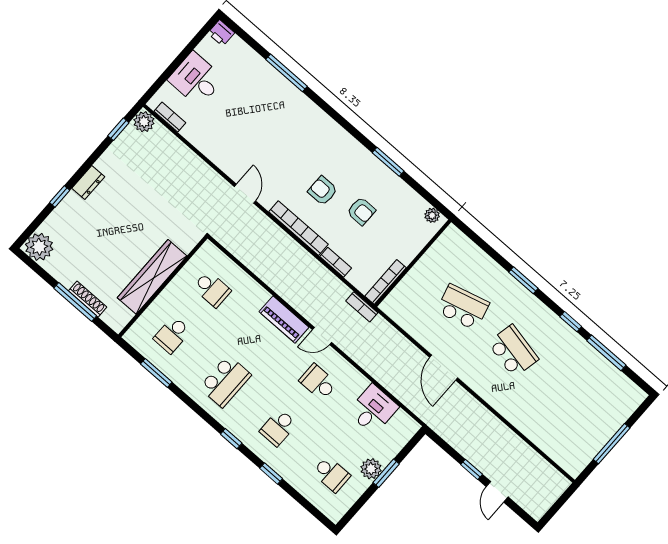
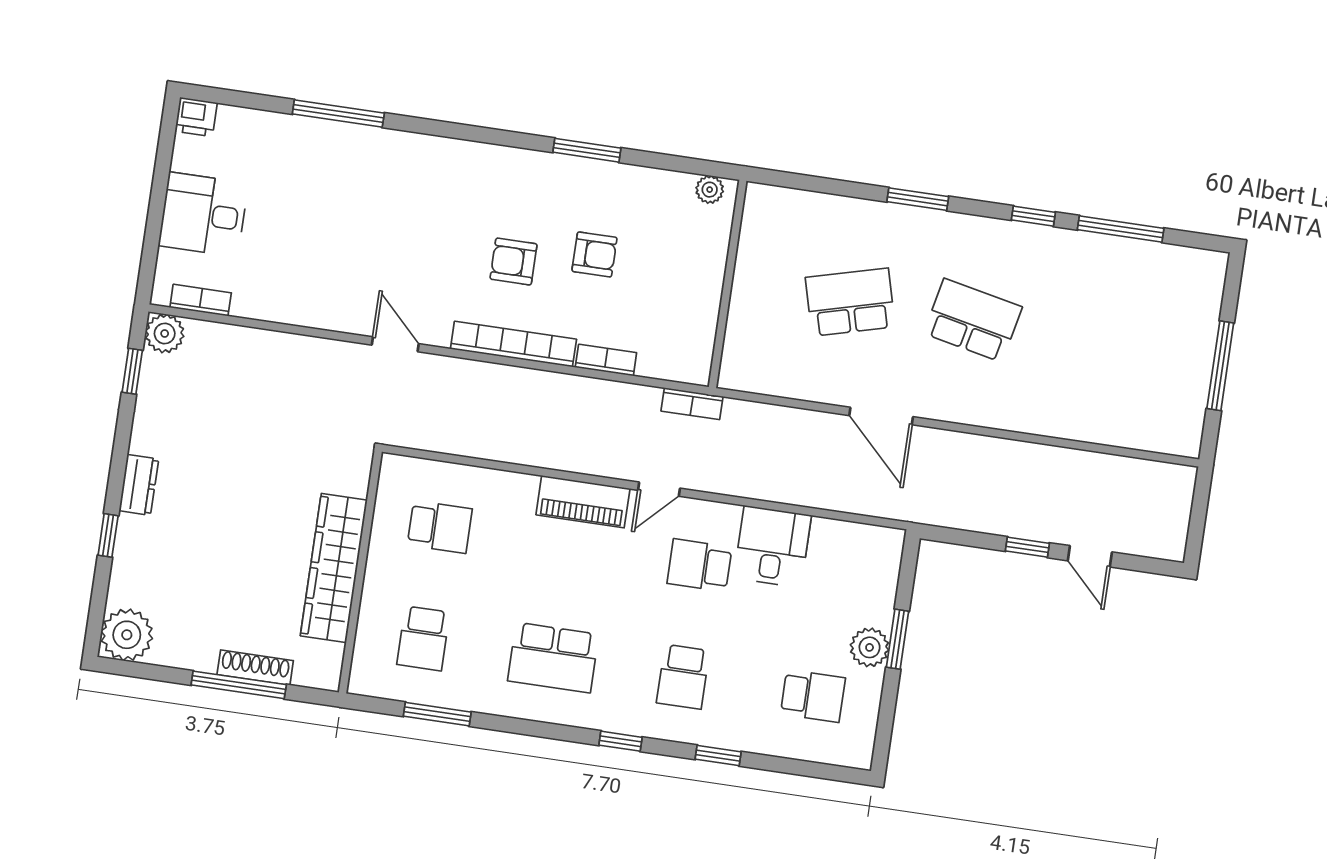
bookcase: (386, 282) -> (704, 341), removed
school desk: (225, 381) -> (553, 658), turned 90
desk: (373, 409) -> (772, 547), moved

